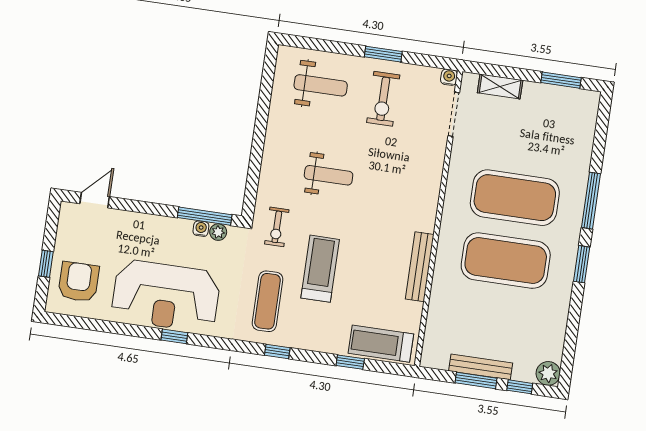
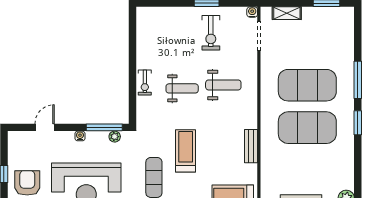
weight bench: (321, 85) -> (223, 85), moved
door: (95, 200) -> (45, 127), moved
exercise bike: (277, 227) -> (145, 83), moved
water cooler: (201, 229) -> (80, 136), moved
bench: (420, 267) -> (251, 146), width x0.73

